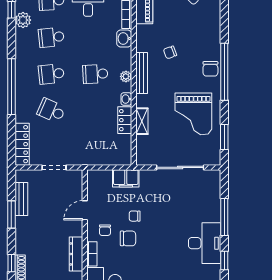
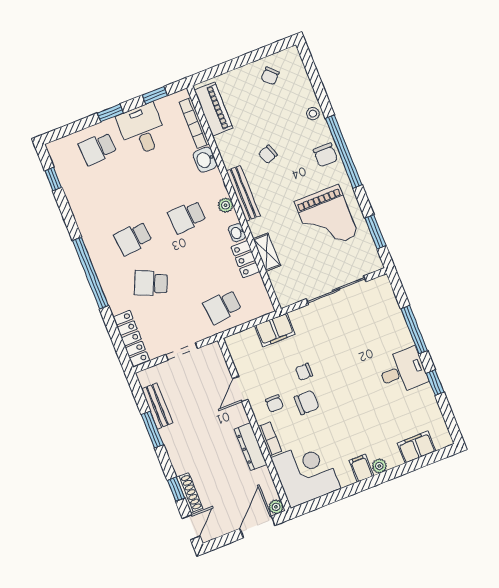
plant: (23, 20) -> (72, 186), removed
stool: (213, 36) -> (313, 114), added
school desk: (51, 37) -> (222, 307), moved
desk: (205, 243) -> (403, 371), width x0.73

